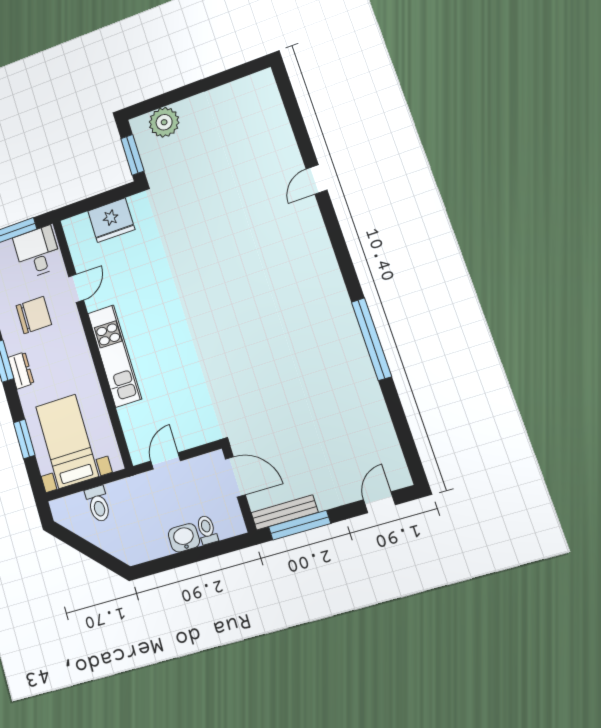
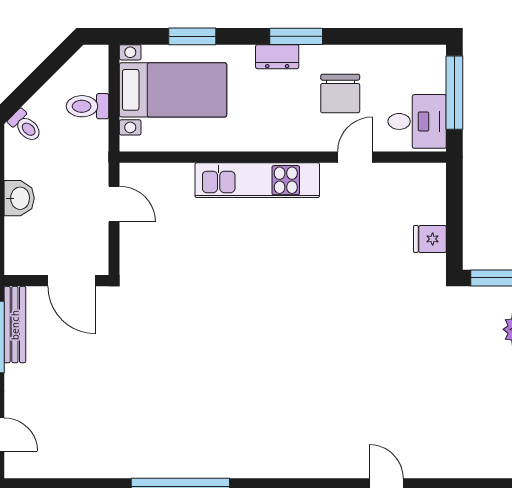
fridge: (111, 220) -> (430, 239), width x0.53, depth x0.75
door: (76, 288) -> (355, 157), swing flipped
door: (235, 477) -> (71, 281), hinge flipped
toilet: (207, 530) -> (25, 126), moved, turned 45

